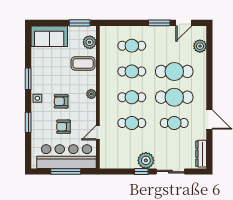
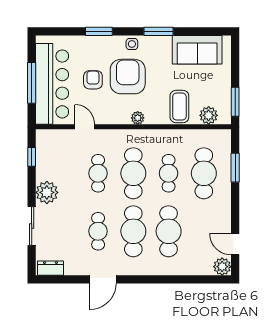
window: (159, 23) -> (235, 168), moved
sofa: (49, 36) -> (197, 50), moved, turned -90
cafe table: (132, 46) -> (204, 173), width x1.37, depth x1.35
plant: (200, 46) -> (222, 267), moved
cafe table: (132, 97) -> (133, 173), width x1.37, depth x1.35
armchair: (61, 101) -> (128, 77), width x1.88, depth x1.88
dresser: (201, 154) -> (50, 268), width x0.70
window: (141, 172) -> (32, 157), moved

